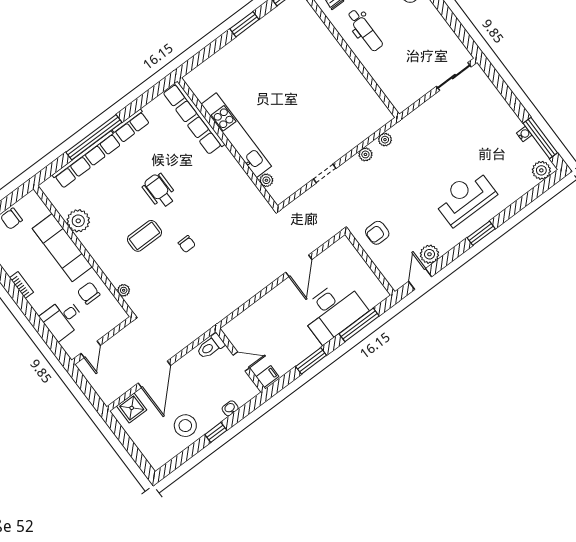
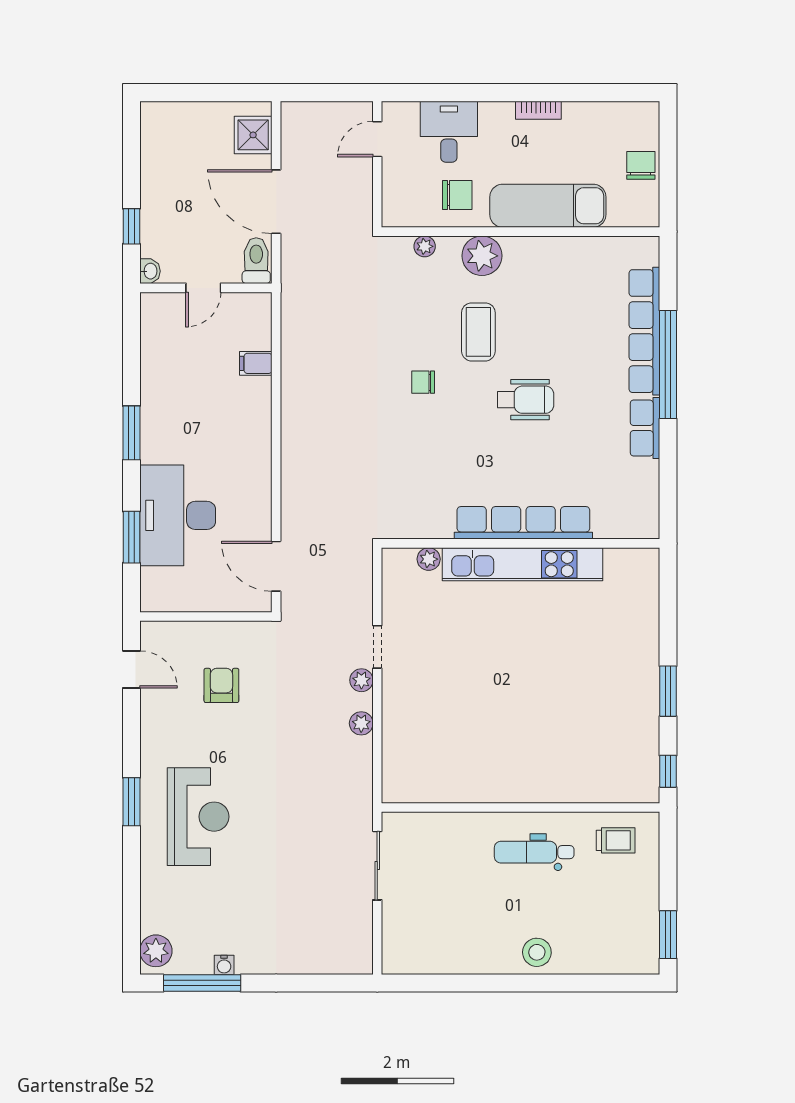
sliding door: (454, 77) -> (377, 866), moved
row of seats: (194, 118) -> (523, 523), moved
plant: (385, 140) -> (361, 680), moved
plant: (78, 221) -> (482, 256), moved
armchair: (377, 233) -> (221, 685), moved
plant: (429, 254) -> (156, 708), removed
door: (299, 266) -> (276, 566), moved
window: (359, 325) -> (131, 537), width x0.69
toilet: (210, 346) -> (256, 261), moved
door: (91, 349) -> (377, 139), hinge flipped
wall: (240, 360) -> (206, 288), moved
door: (241, 361) -> (203, 288), moved
filing cabinet: (267, 377) -> (256, 363), moved, turned 90
stool: (185, 426) -> (173, 191), removed

